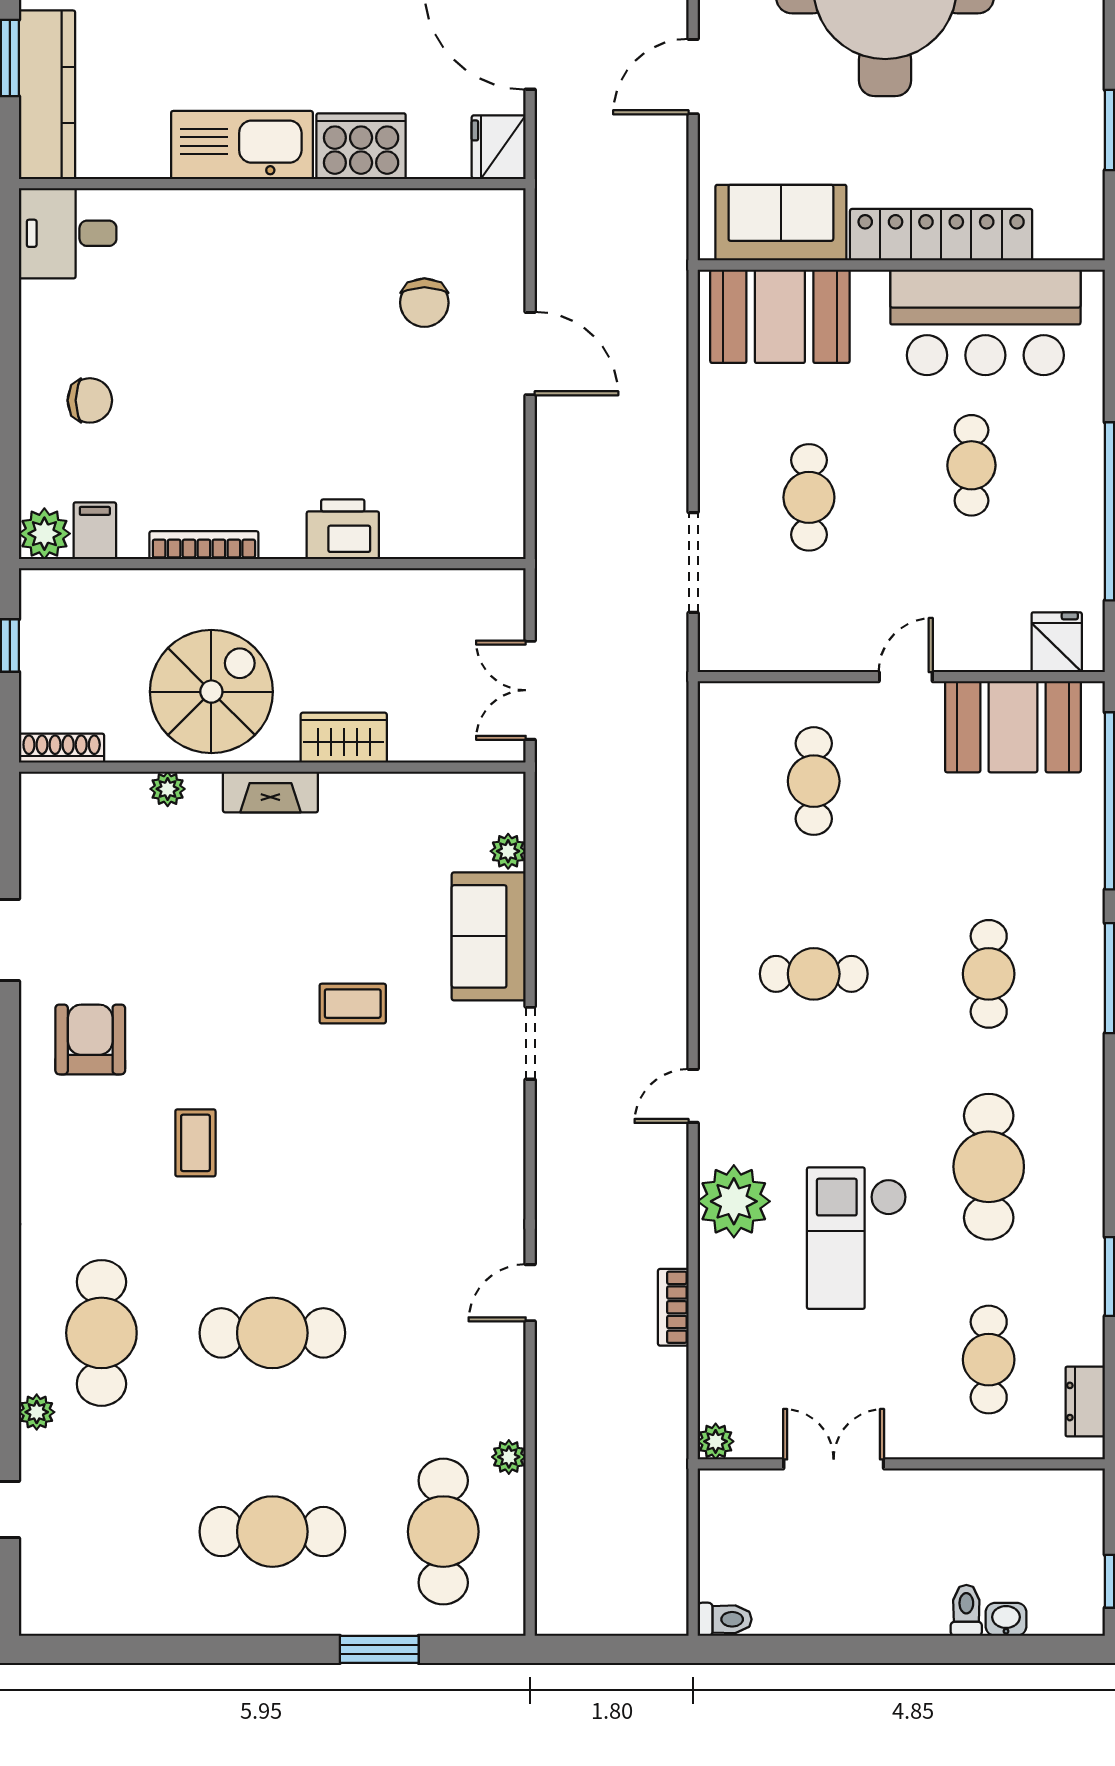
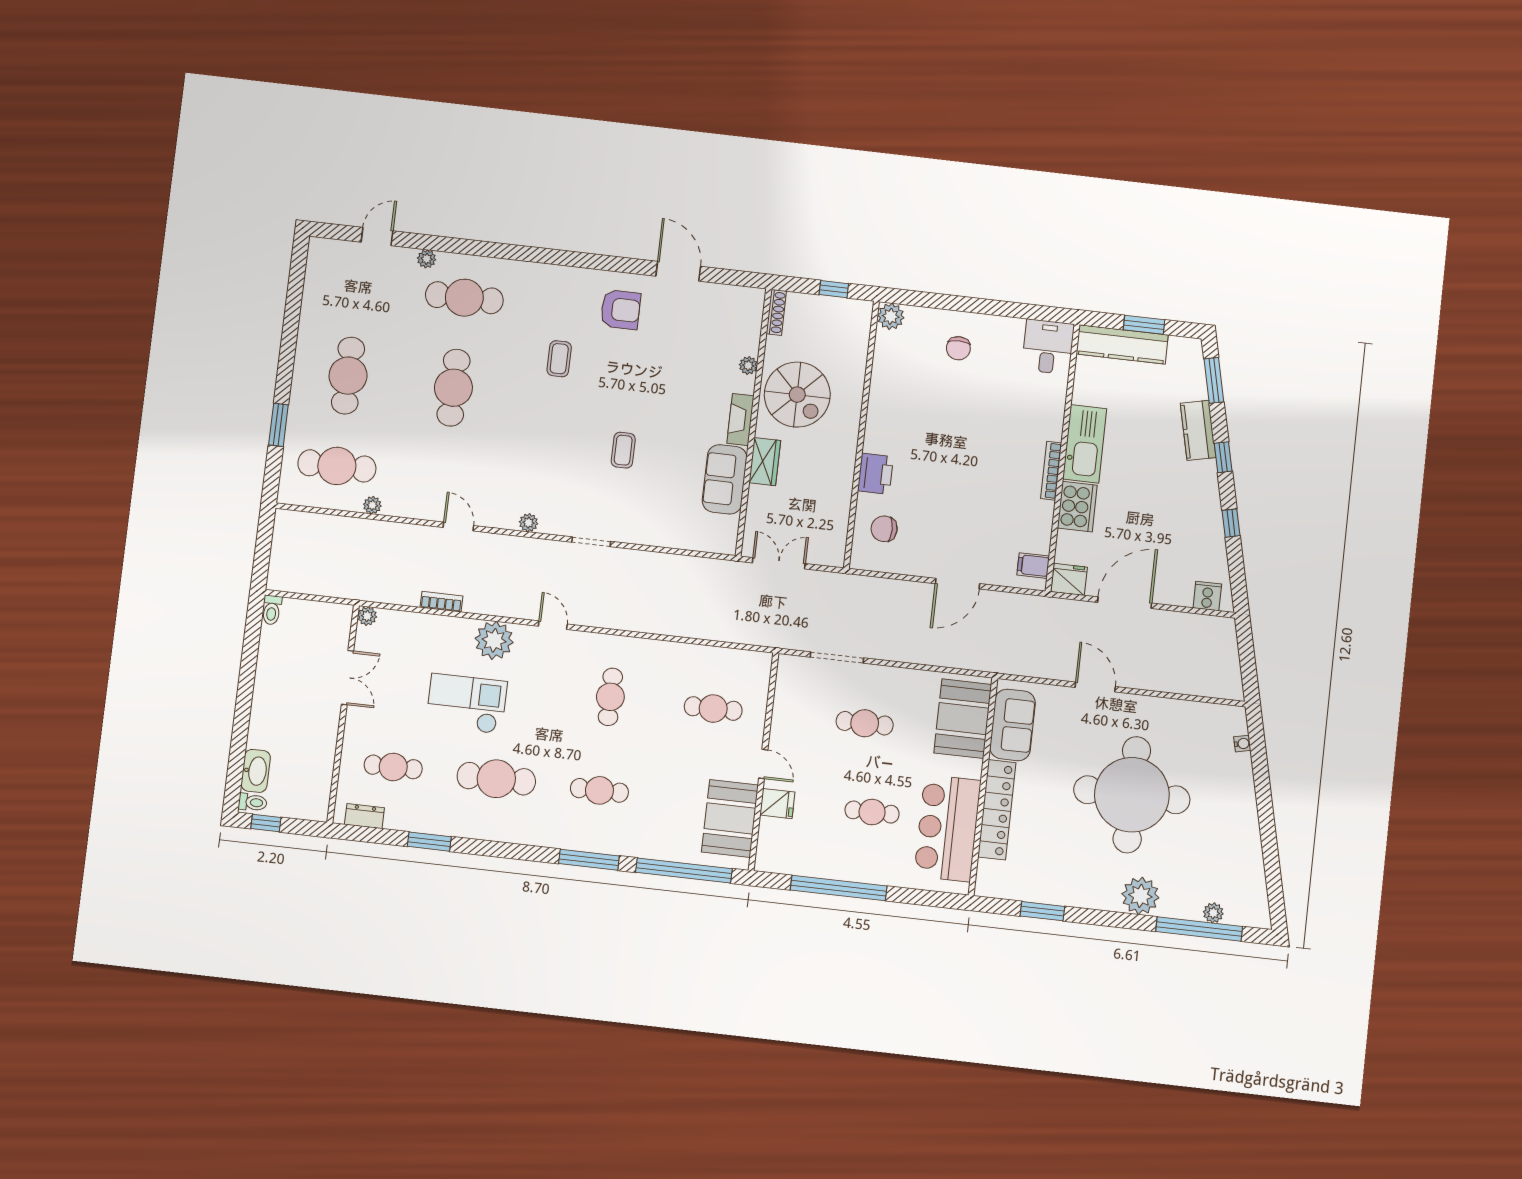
chair: (424, 303) -> (884, 529), moved
filing cabinet: (95, 531) -> (1033, 566), moved, turned 180
bookcase: (204, 545) -> (1051, 471), moved, turned 180
fridge: (1057, 642) -> (777, 804), moved
plant: (508, 851) -> (528, 523), moved
sofa: (489, 936) -> (725, 479), moved, turned -90
coffee table: (195, 1143) -> (559, 359), turned 90
toilet: (966, 1610) -> (253, 802), moved
washbasin: (1006, 1619) -> (256, 771), width x1.91, depth x1.45

